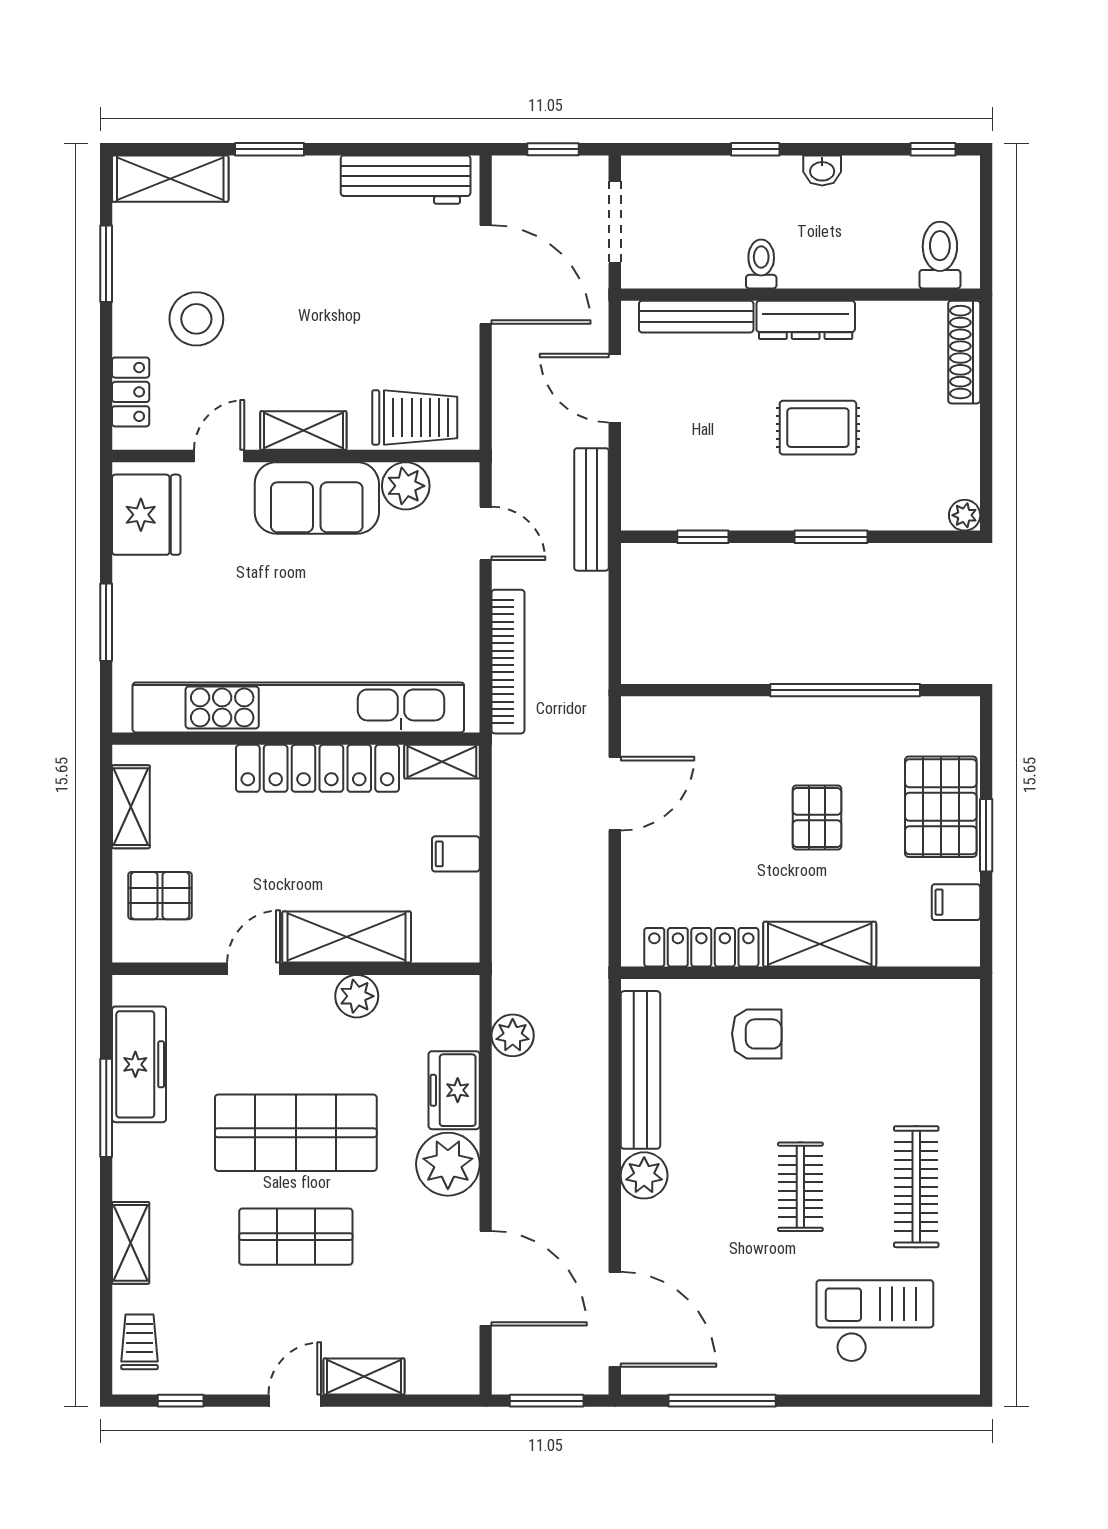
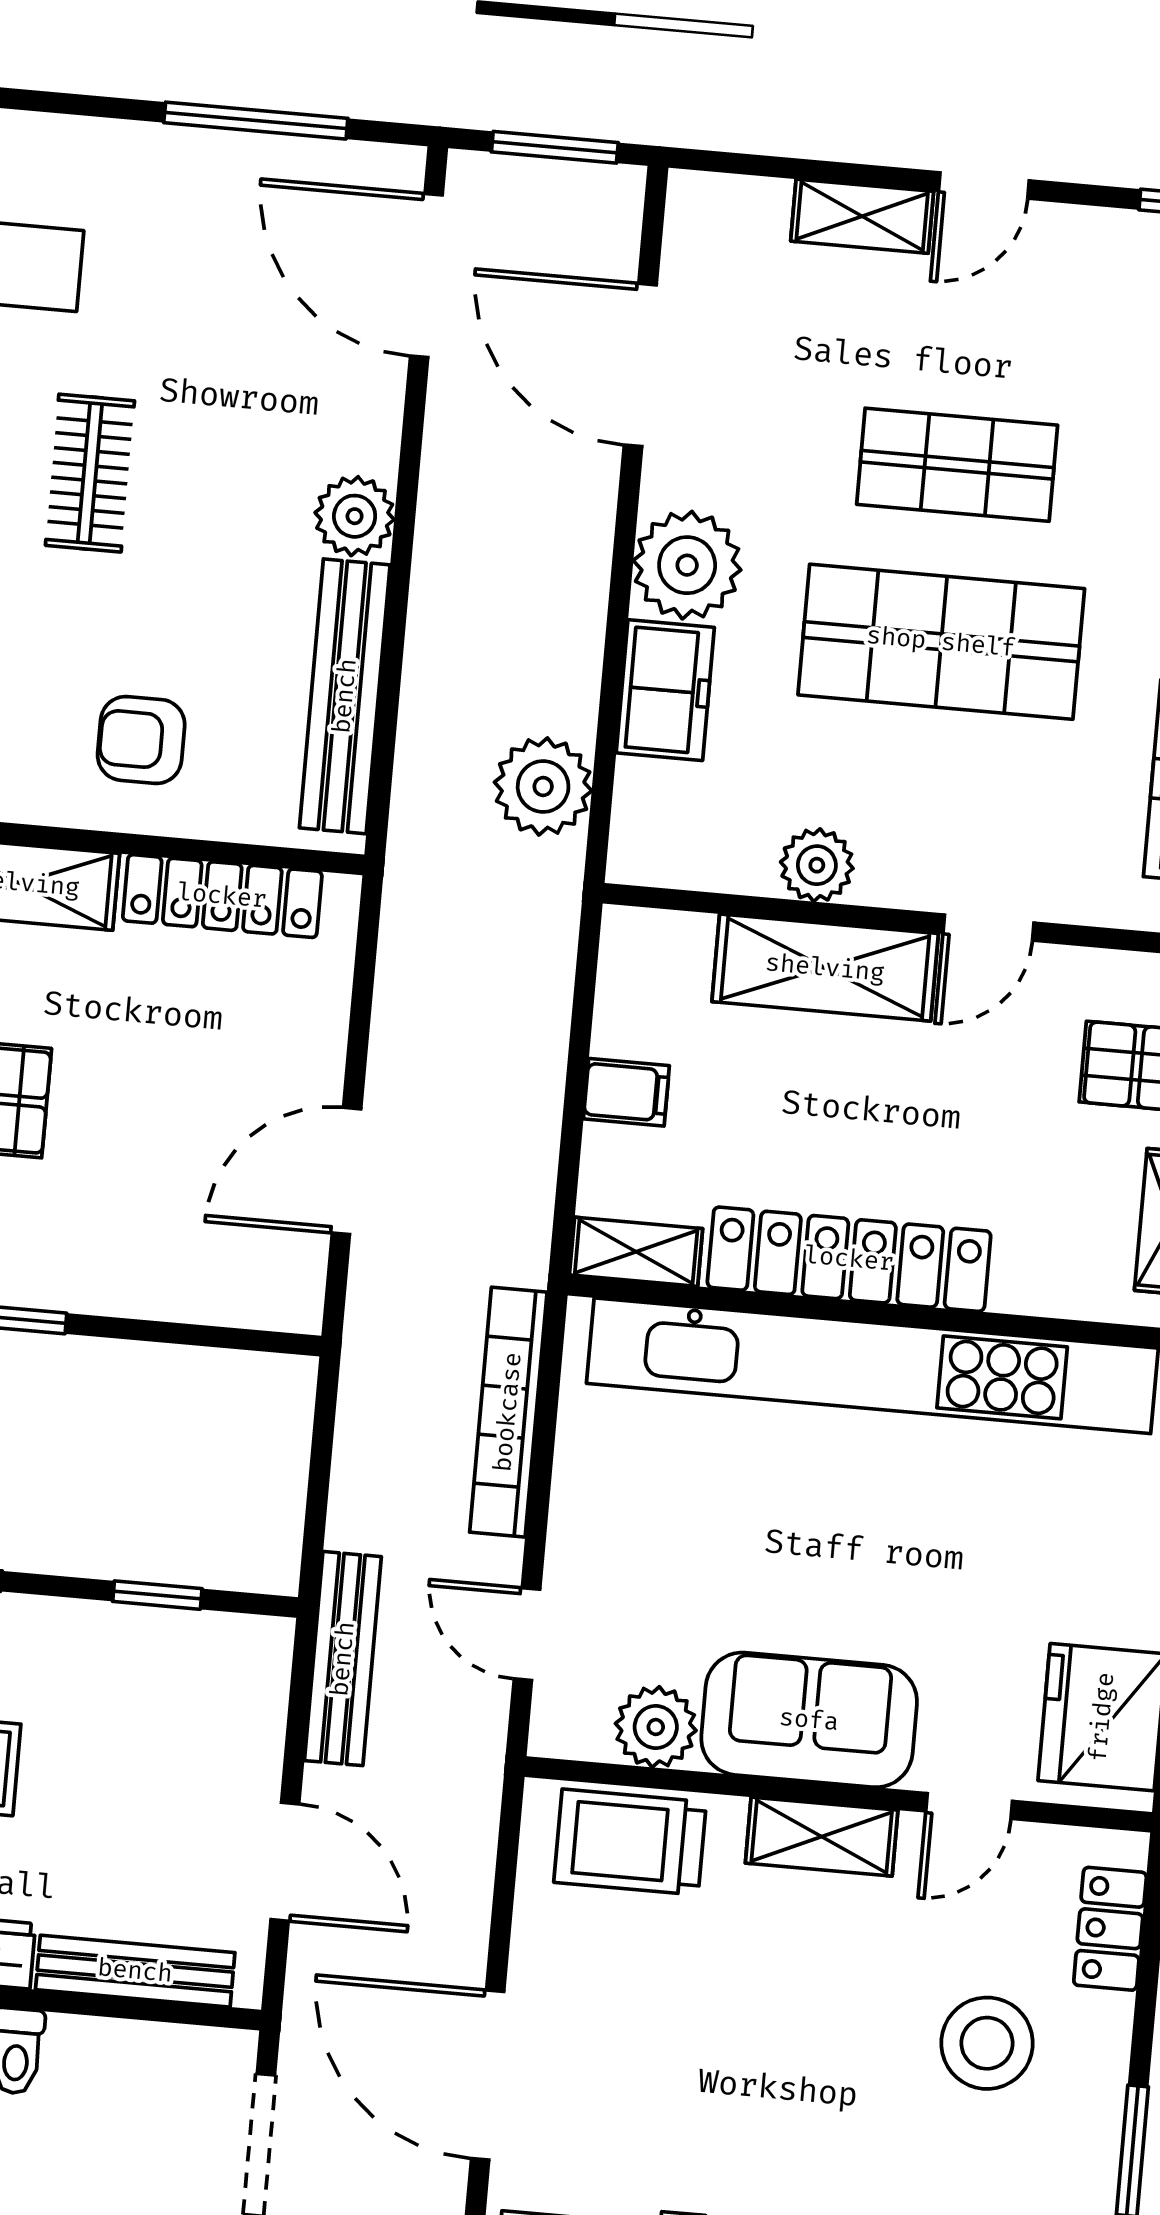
plant: (513, 1035) -> (543, 787), width x1.36, depth x1.36

